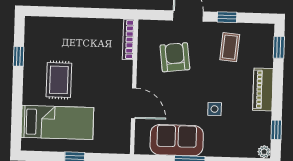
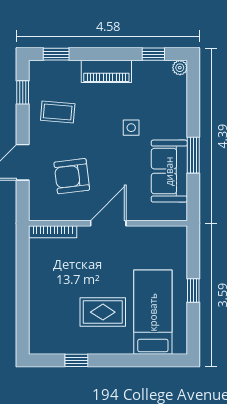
window: (227, 17) -> (23, 92), moved
door: (134, 103) -> (108, 223), moved

